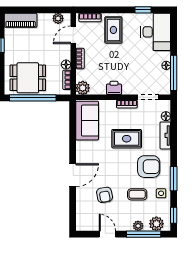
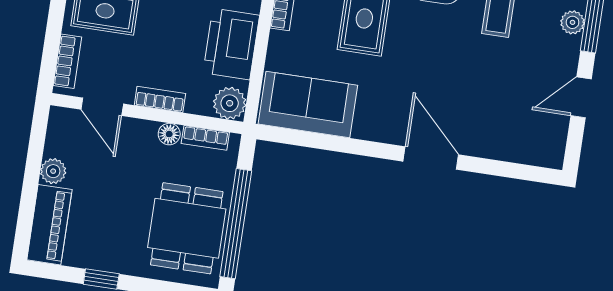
plant: (58, 18) -> (53, 171), moved
printer: (114, 88) -> (231, 44), width x1.87, depth x1.48
armchair: (105, 195) -> (488, 90), removed

